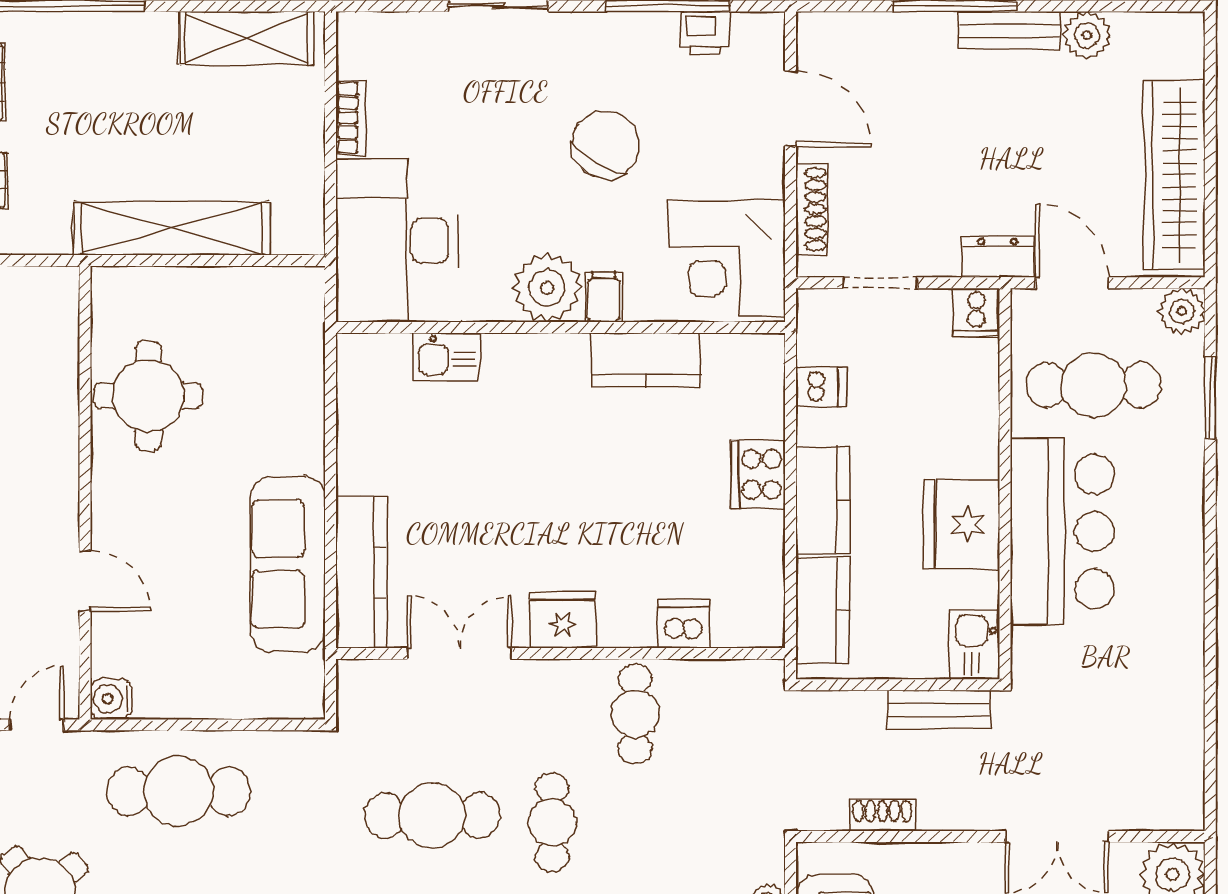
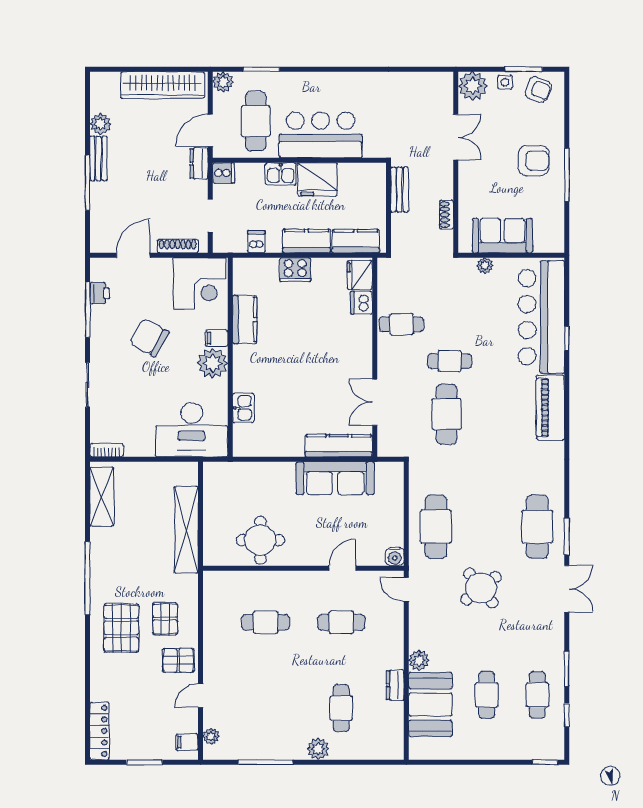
bookcase: (351, 118) -> (107, 450), moved
fridge: (563, 620) -> (360, 275), moved
kitchen sink: (974, 644) -> (281, 174), moved

